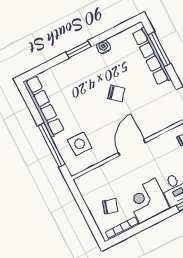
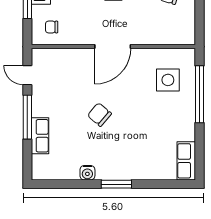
window: (159, 49) -> (27, 117), moved
row of seats: (151, 56) -> (40, 136), width x0.50
row of seats: (44, 106) -> (186, 161), width x0.50

